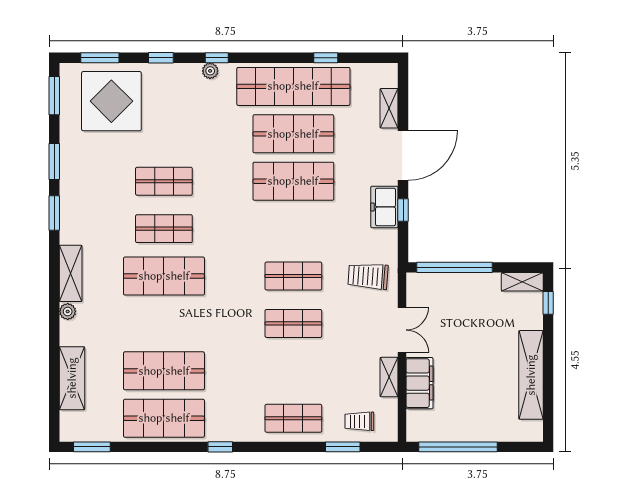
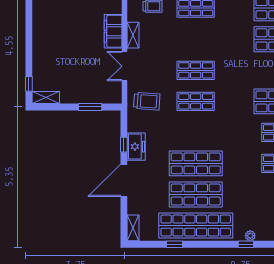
shelving: (389, 108) -> (133, 228), moved
window: (454, 267) -> (90, 107), width x0.47
shelving: (531, 375) -> (40, 37), removed

